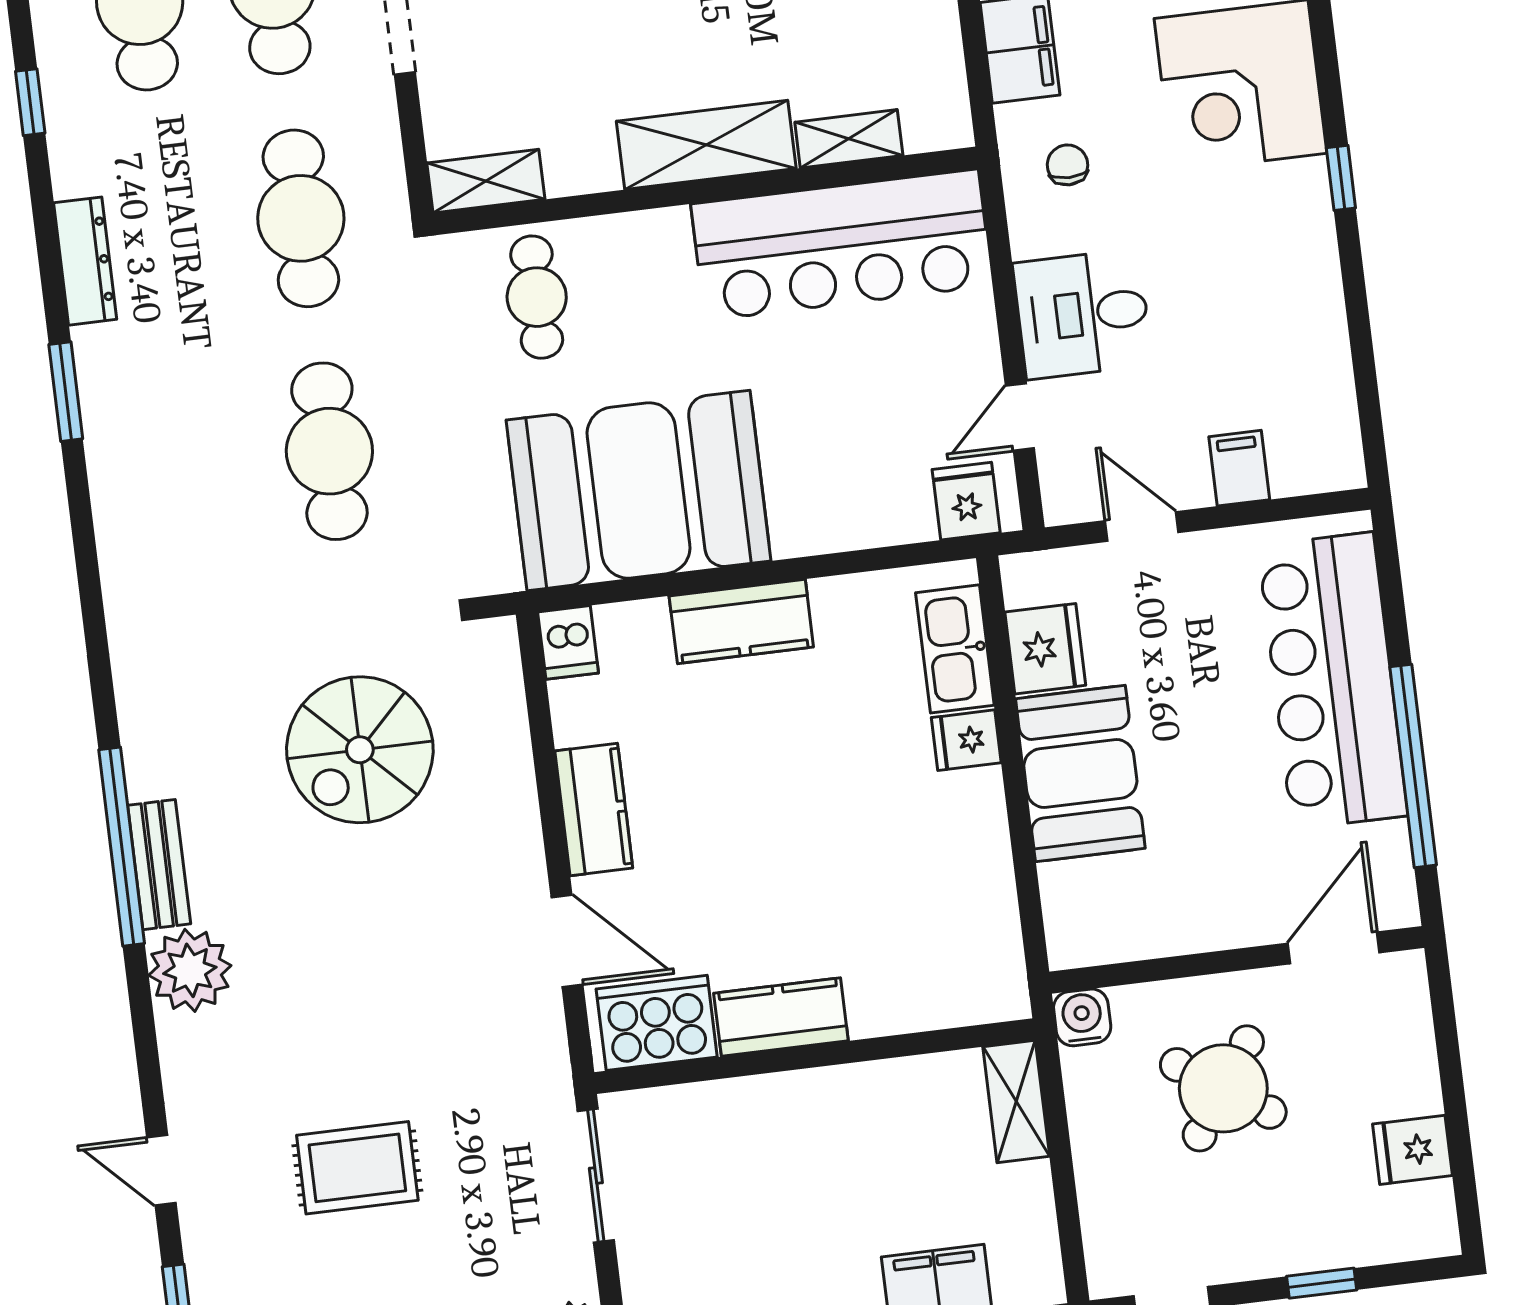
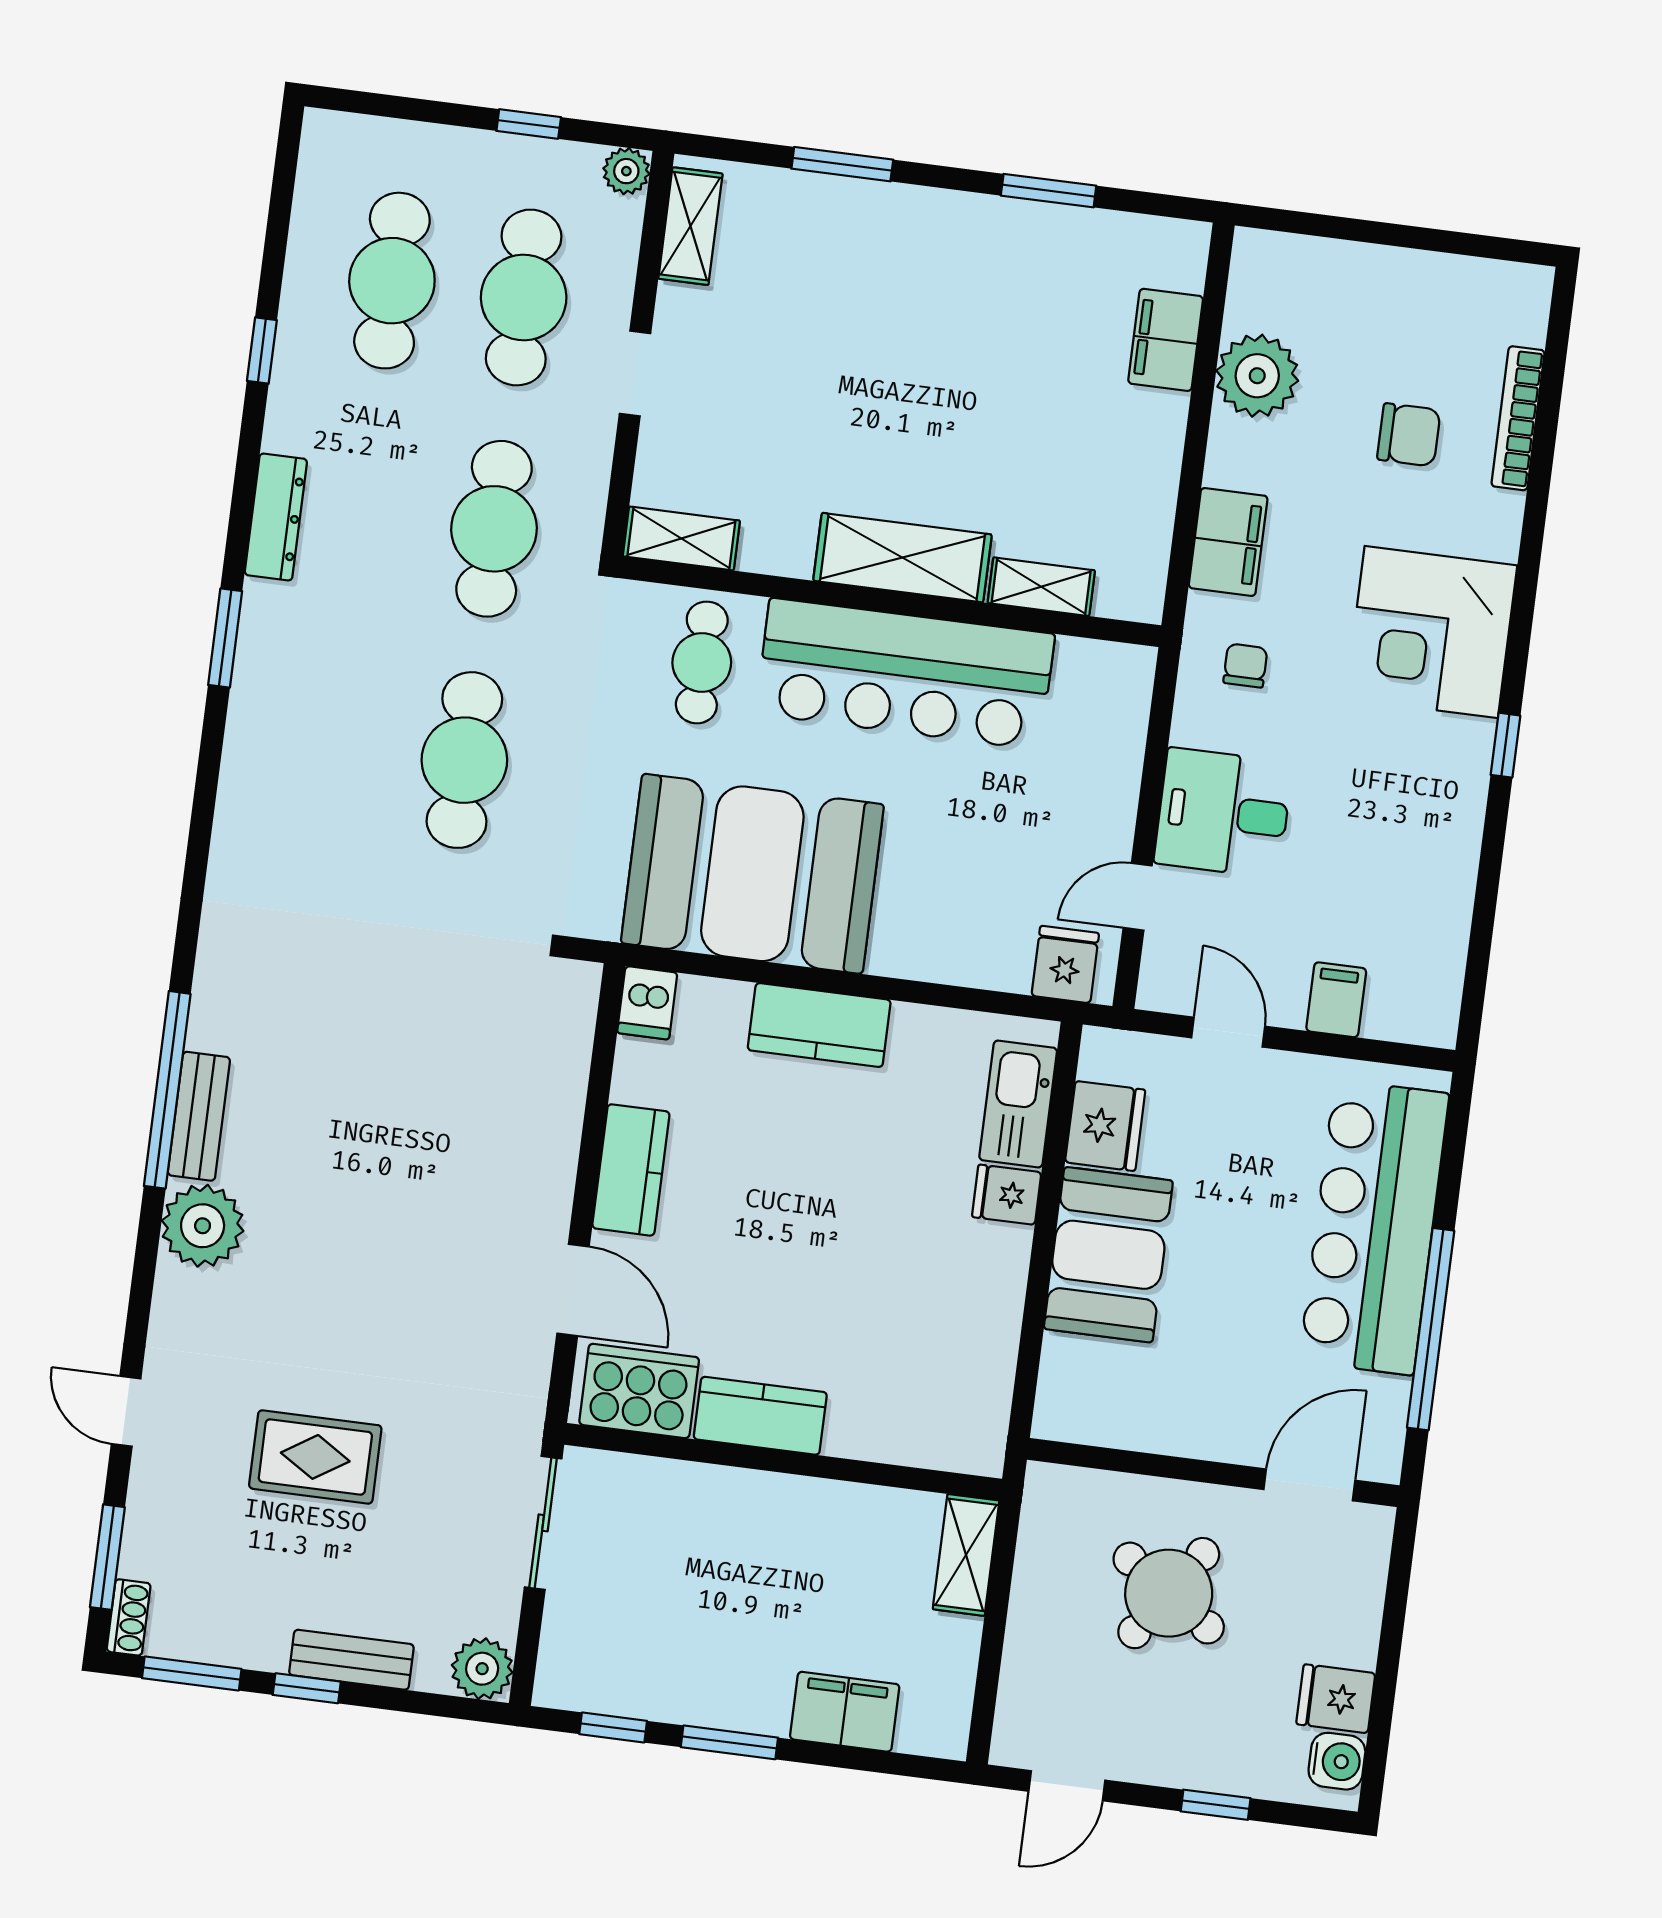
bar counter: (842, 245) -> (905, 674), moved
spiral stairs: (360, 750) -> (420, 1055), removed
water cooler: (1082, 1017) -> (1337, 1761), moved, turned 90

